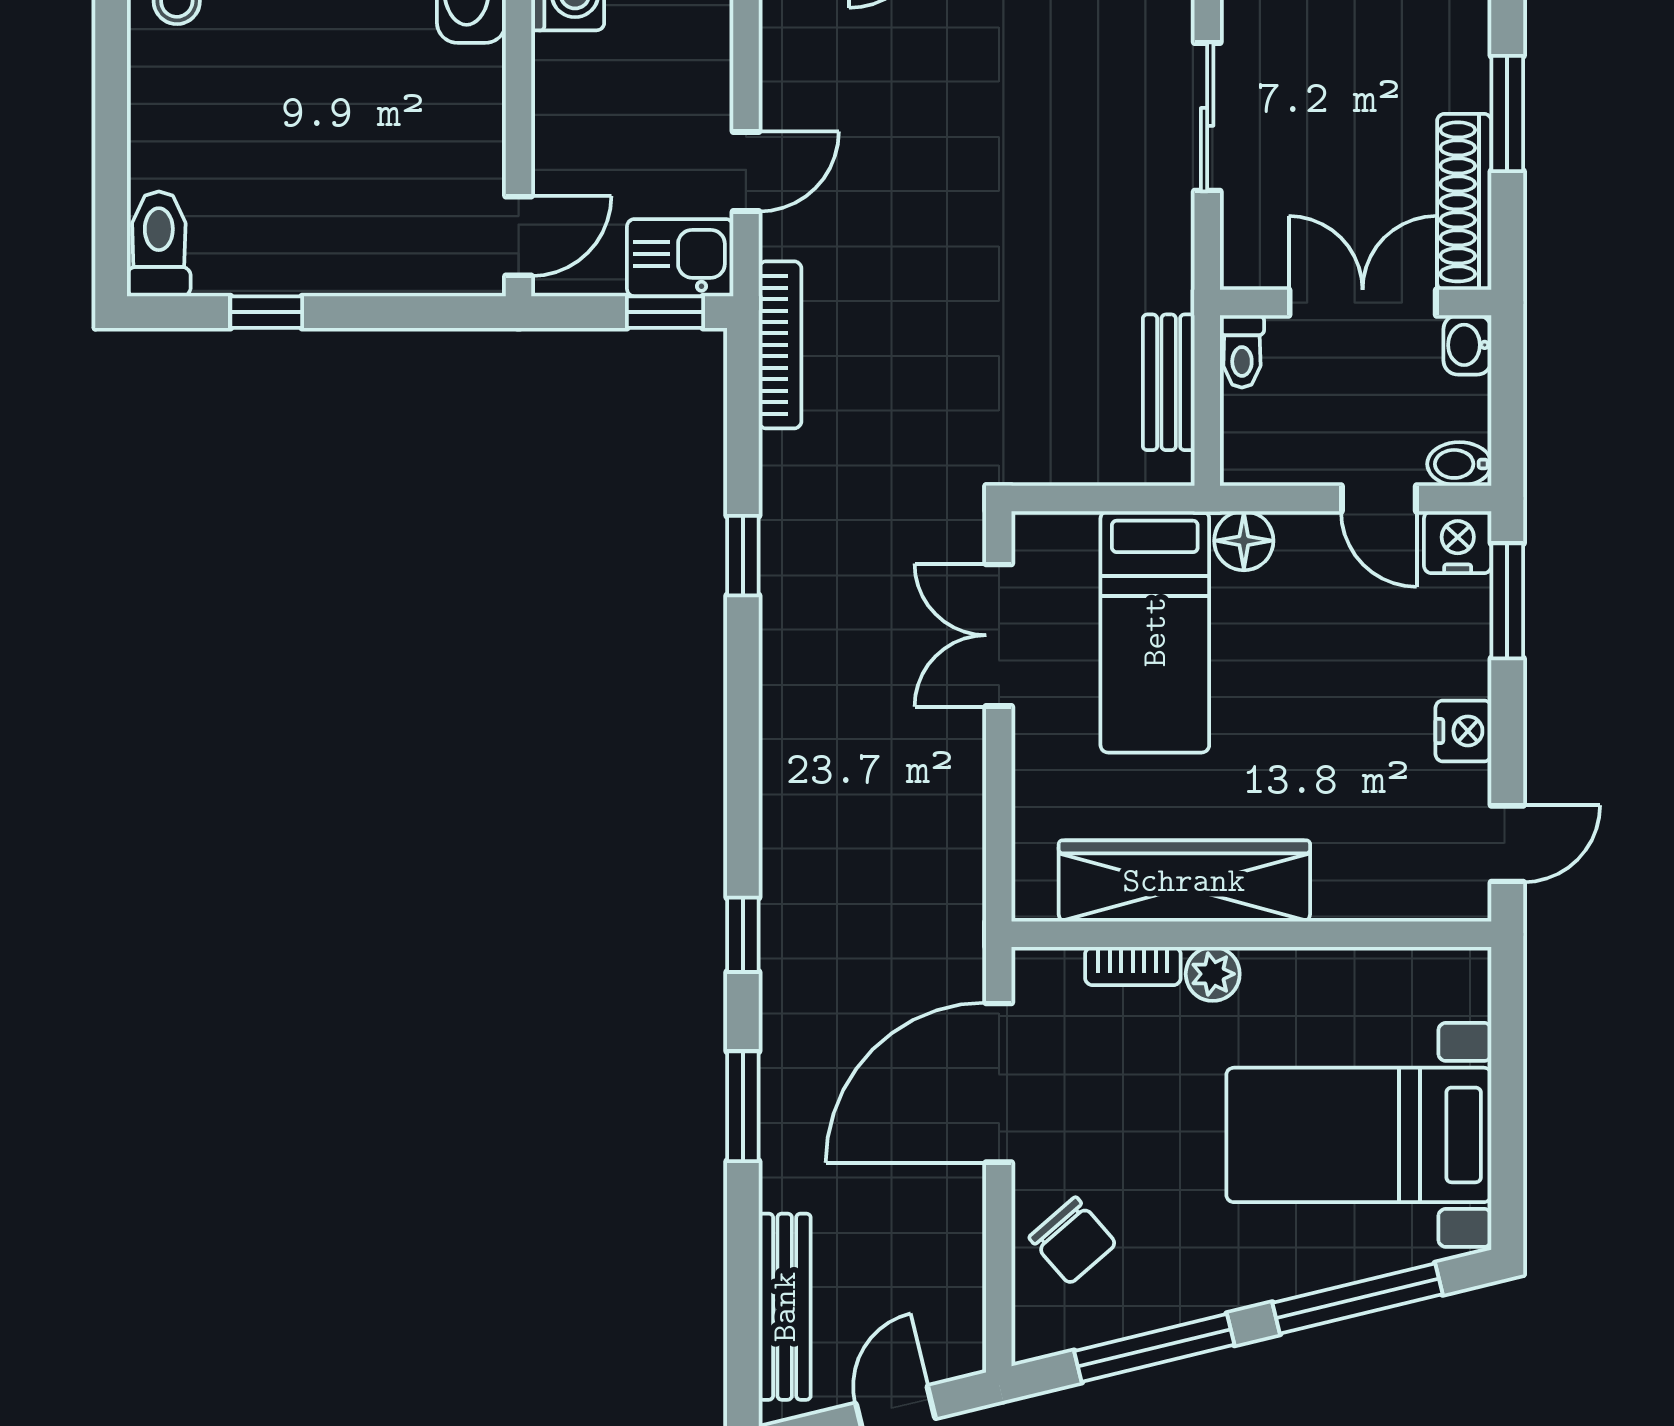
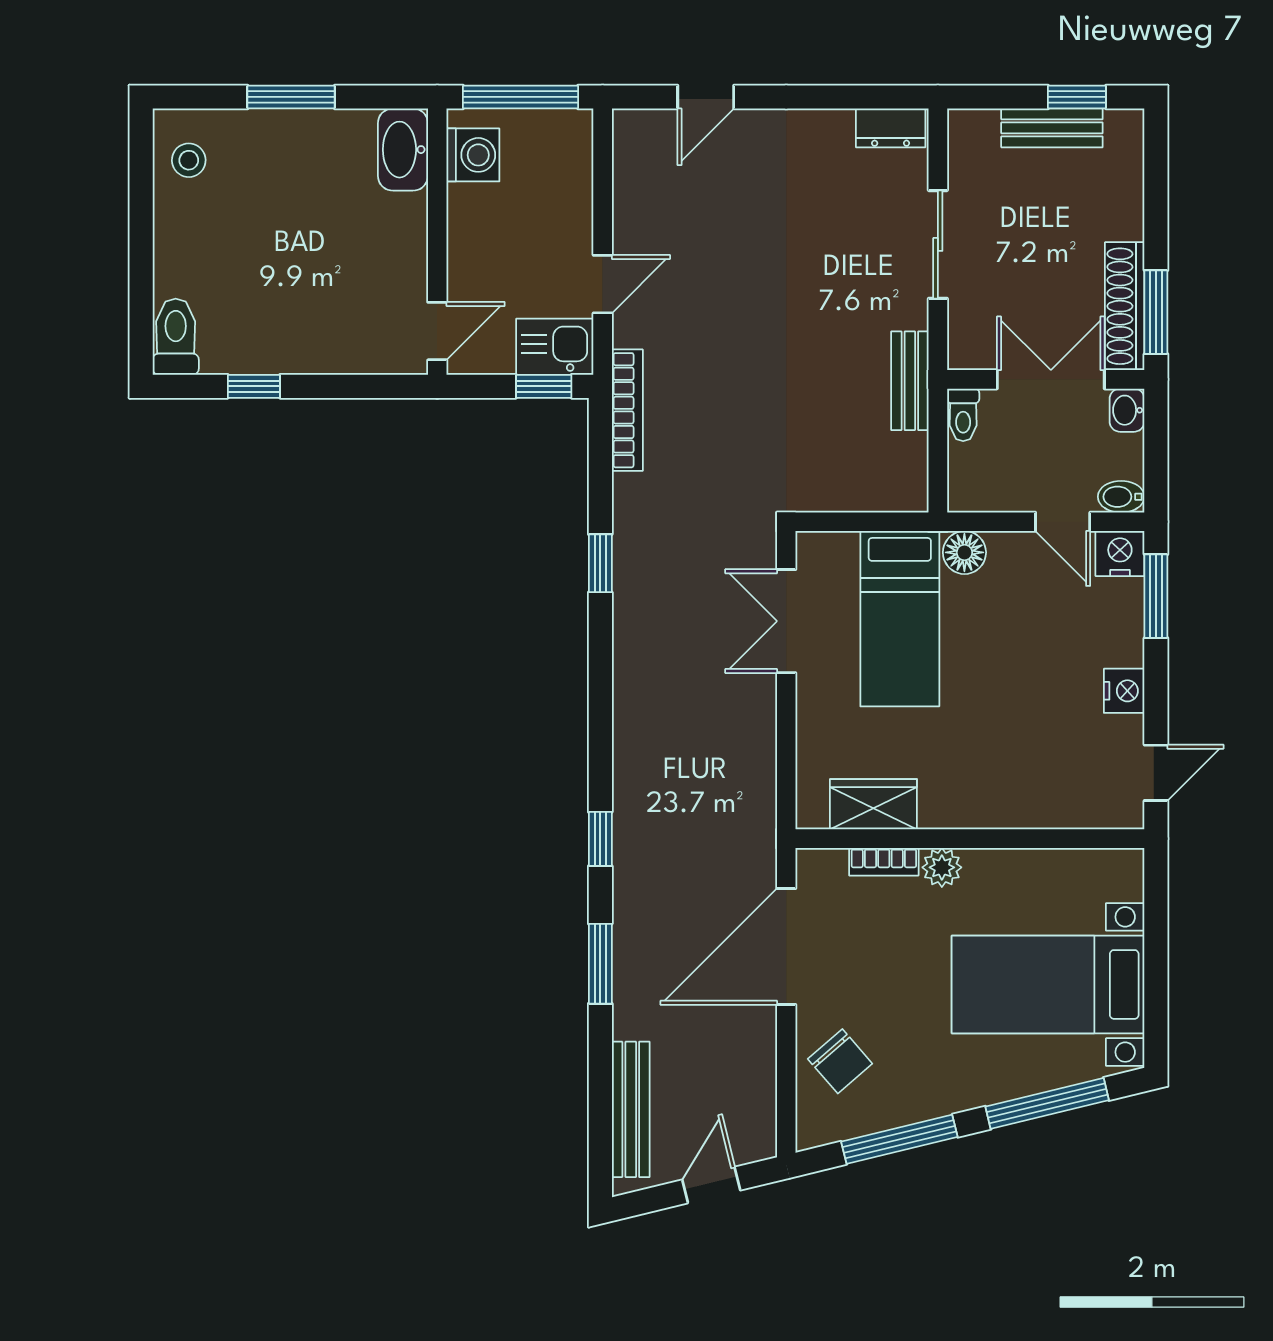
window: (1507, 113) -> (1156, 312), moved
bench: (1169, 382) -> (910, 381), moved
wardrobe: (1184, 881) -> (873, 804), width x0.48, depth x0.85

